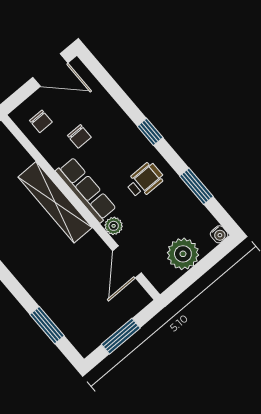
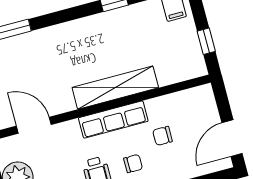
chair: (41, 121) -> (133, 164), moved, turned 180
plant: (114, 226) -> (71, 129), removed

